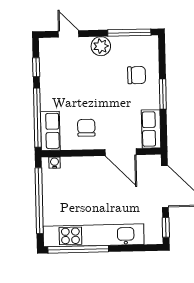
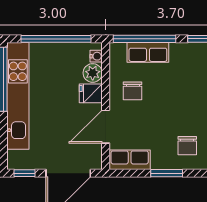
chair: (86, 128) -> (133, 91), turned 90
row of seats: (50, 131) -> (148, 52), moved
plant: (70, 166) -> (93, 73), added
fridge: (90, 167) -> (91, 93), added

